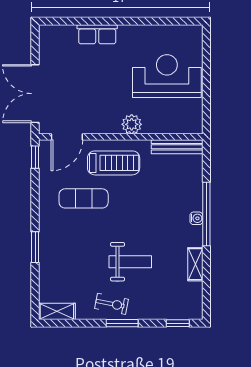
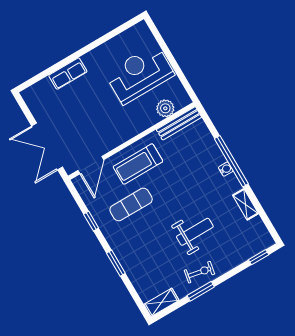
plant: (132, 124) -> (165, 108), moved
window: (35, 157) -> (91, 221), moved
treadmill: (114, 163) -> (138, 164), turned 180
window: (122, 323) -> (201, 291), moved

